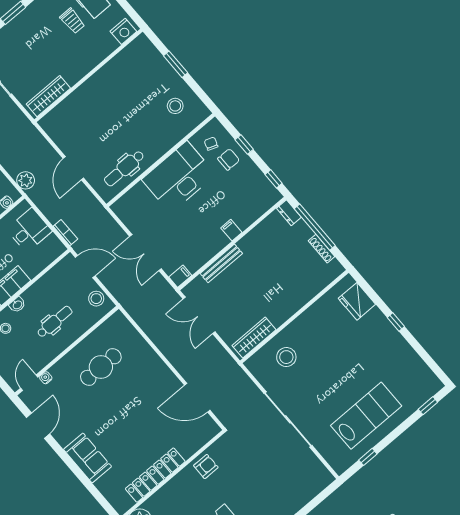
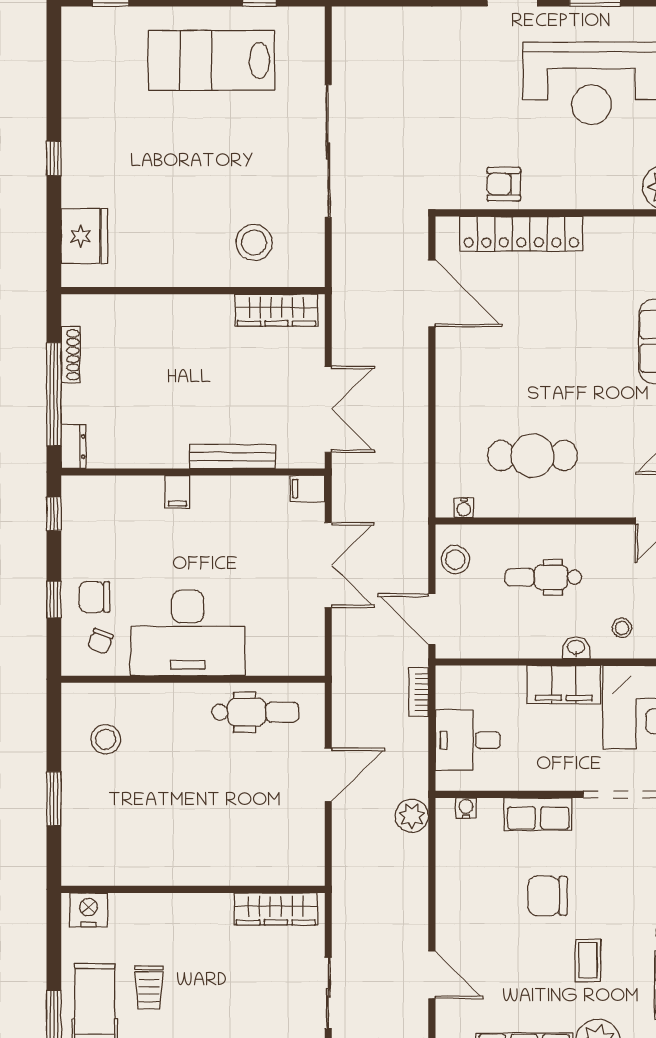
trolley: (72, 21) -> (149, 987), turned 180
water cooler: (46, 378) -> (464, 508), moved
locker: (155, 475) -> (521, 234), moved

